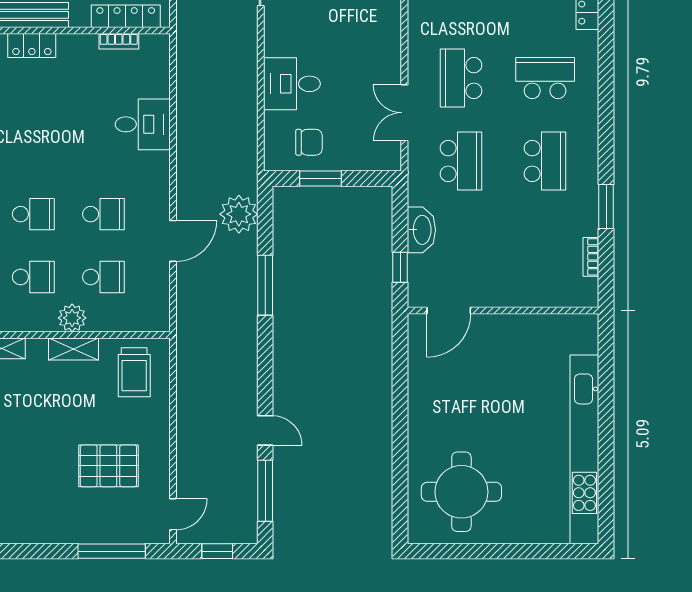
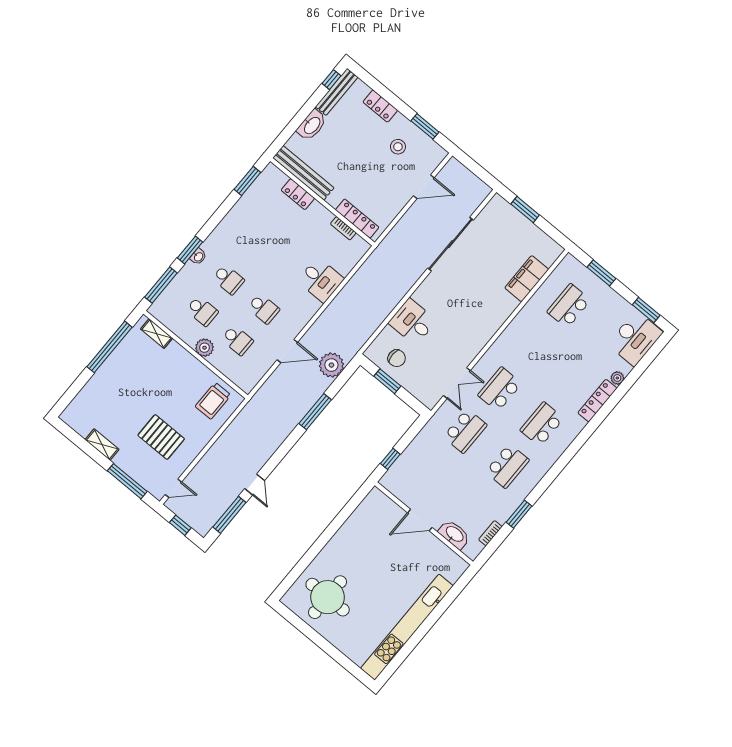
school desk: (545, 78) -> (542, 424), turned -90
double door: (404, 113) -> (457, 383), swing flipped
washbasin: (421, 230) -> (454, 534), moved, turned -90
door: (449, 311) -> (420, 520), moved
shelving: (74, 349) -> (102, 445), moved

